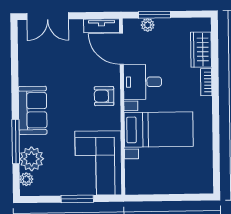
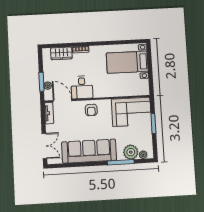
door: (121, 49) -> (62, 101), swing flipped
sofa: (33, 110) -> (89, 151), width x1.85, depth x1.27
bed with nightstands: (159, 130) -> (127, 62), moved, turned -90

